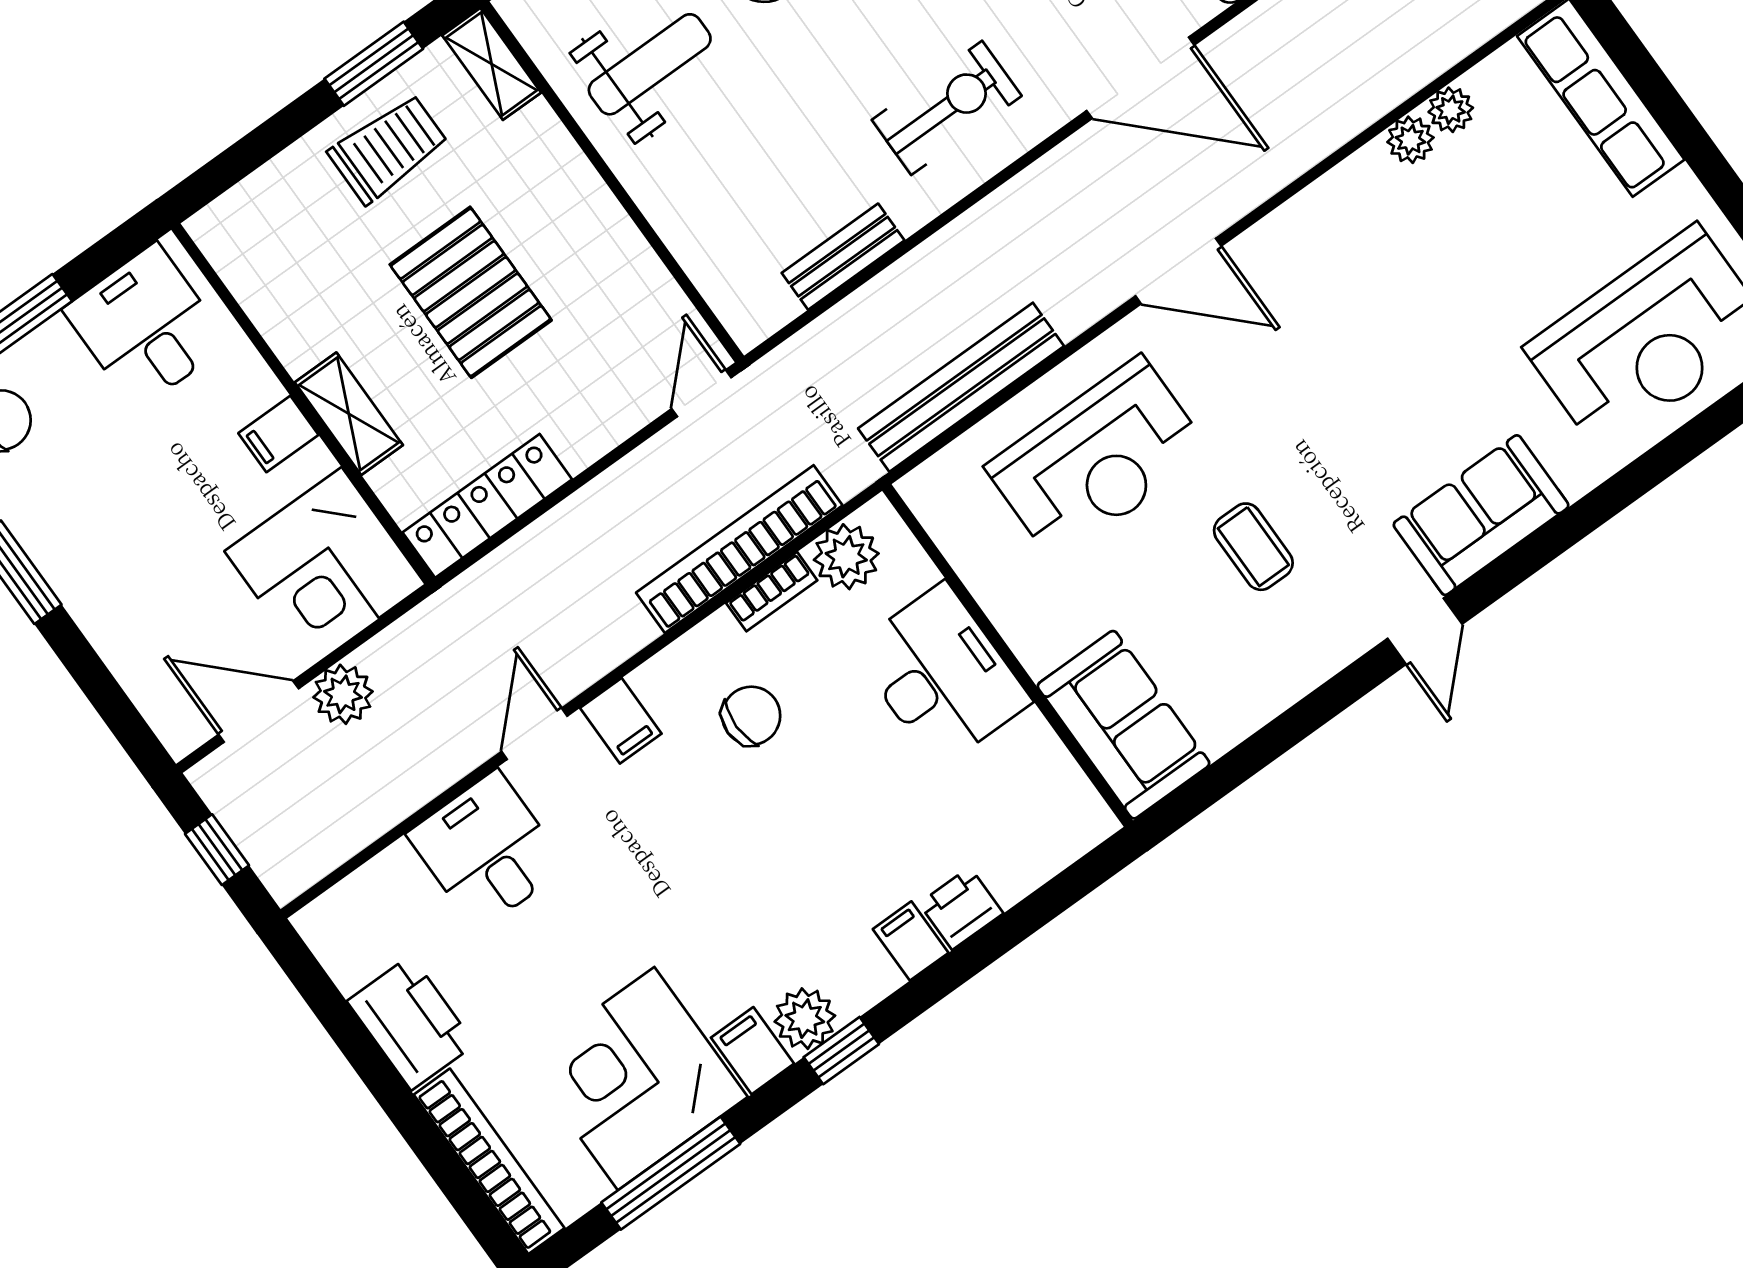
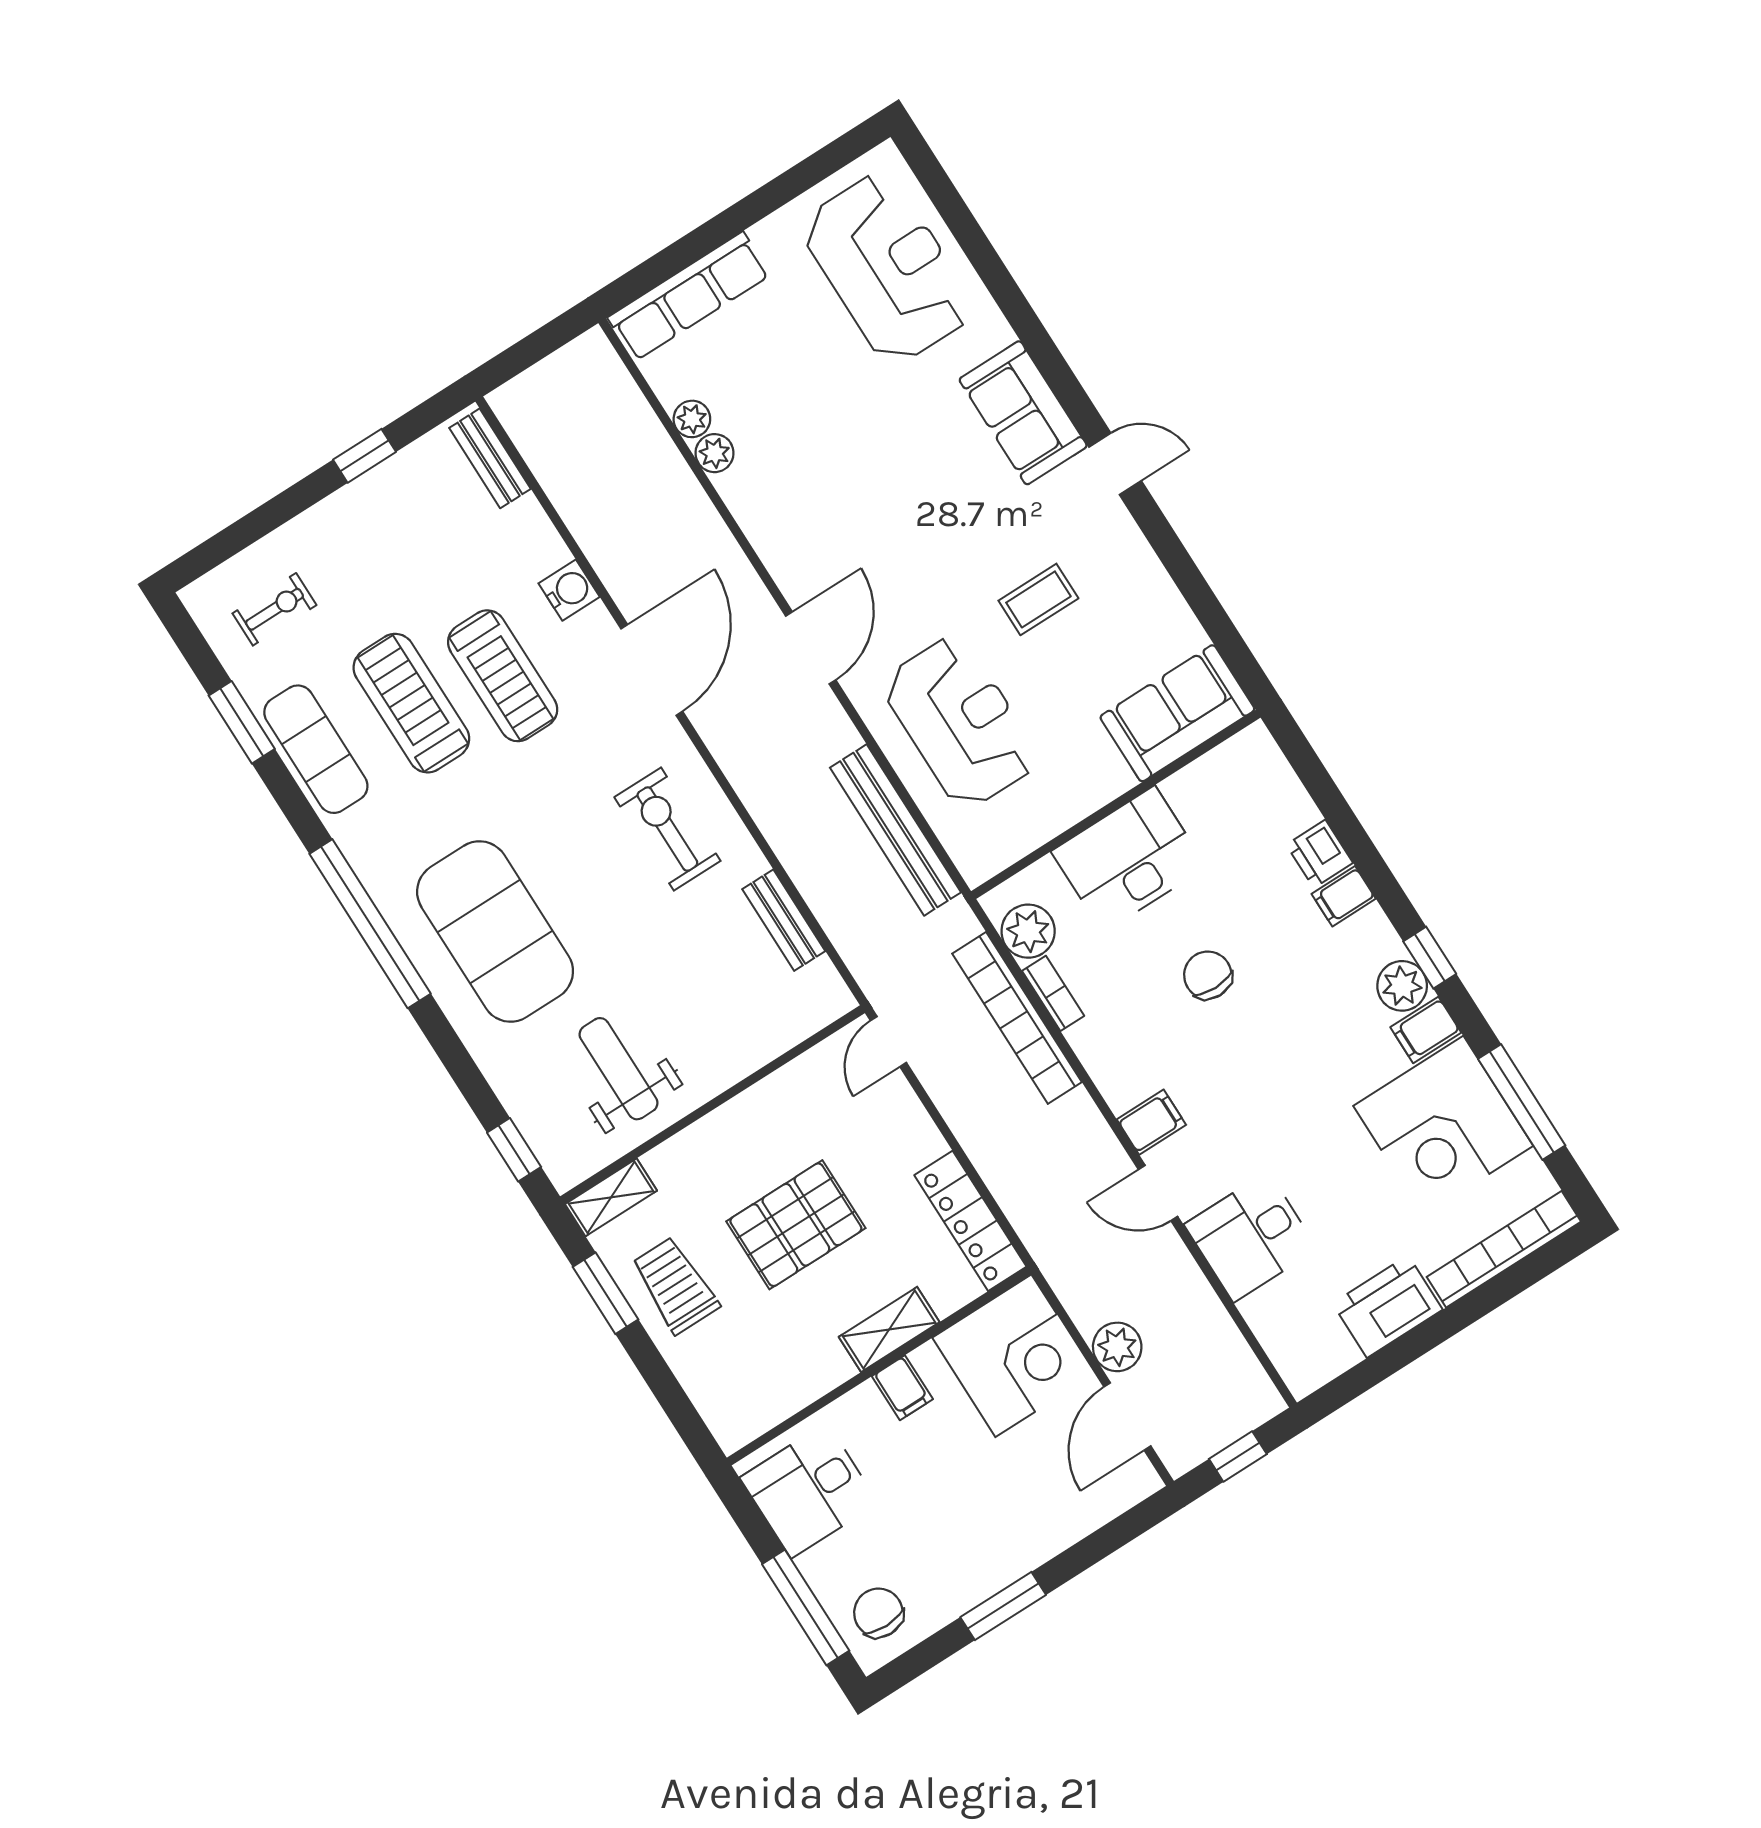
door: (701, 393) -> (888, 1042), hinge flipped
chair: (751, 716) -> (1208, 975), moved

